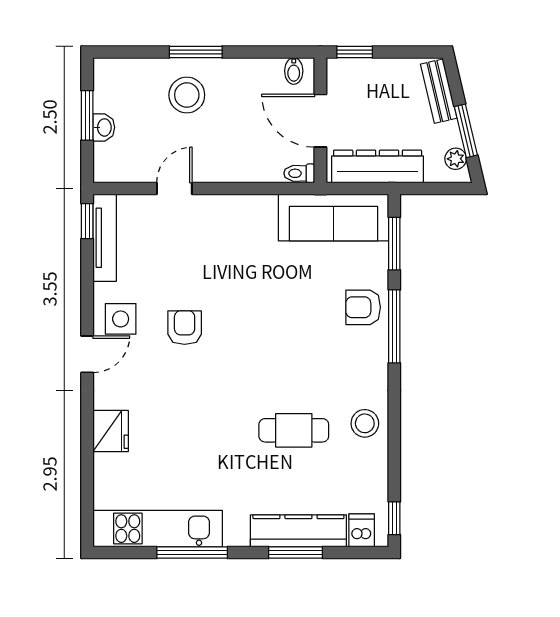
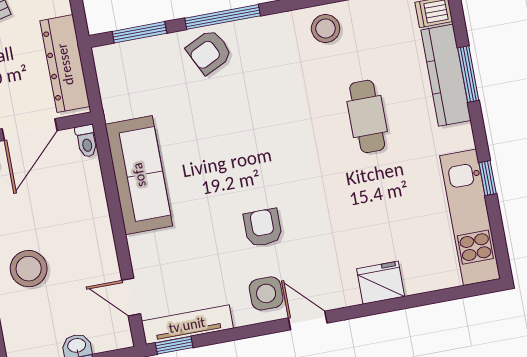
door: (174, 188) -> (131, 297), moved
sofa: (333, 218) -> (139, 175), moved
armchair: (363, 307) -> (209, 52), turned 64
armchair: (185, 328) -> (263, 228), turned 90
cafe table: (294, 430) -> (367, 116), moved
window: (192, 552) -> (488, 178), width x0.46

